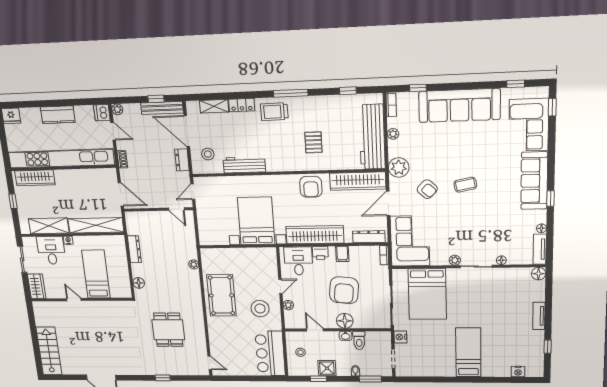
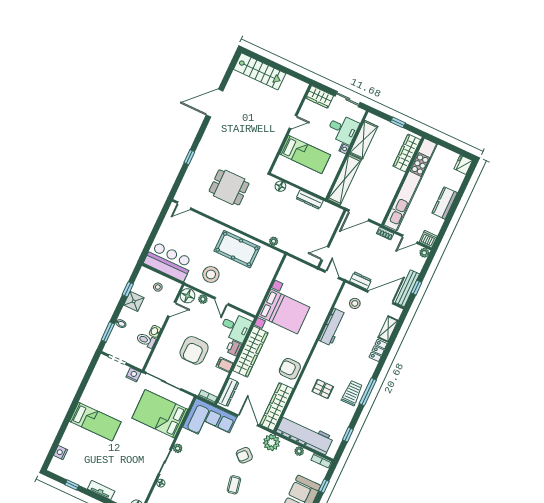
trolley: (274, 112) -> (352, 393), moved
armchair: (344, 290) -> (194, 350), turned -96
floor lamp: (345, 321) -> (188, 296), moved

